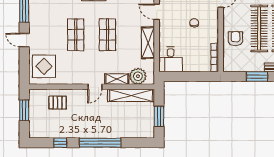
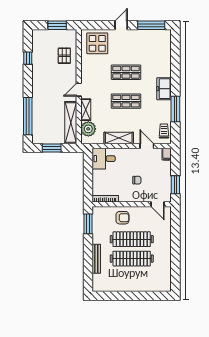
door: (157, 12) -> (147, 146), hinge flipped
window: (257, 76) -> (88, 224), moved
door: (95, 87) -> (79, 90), hinge flipped
window: (100, 143) -> (28, 116), moved

